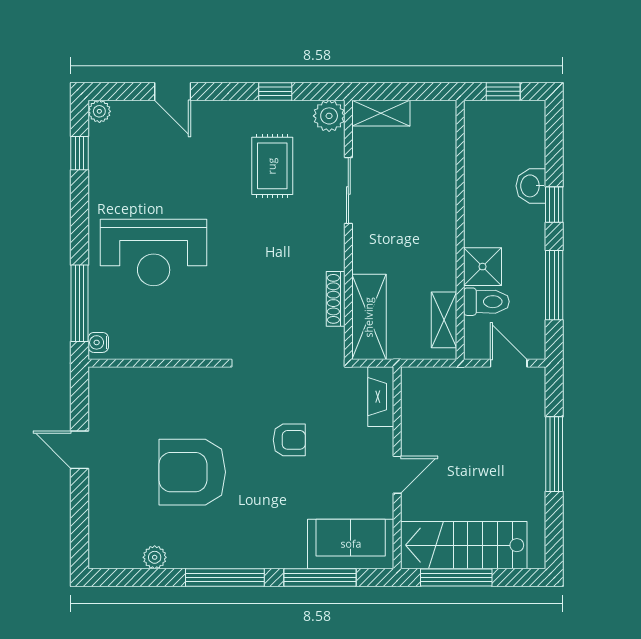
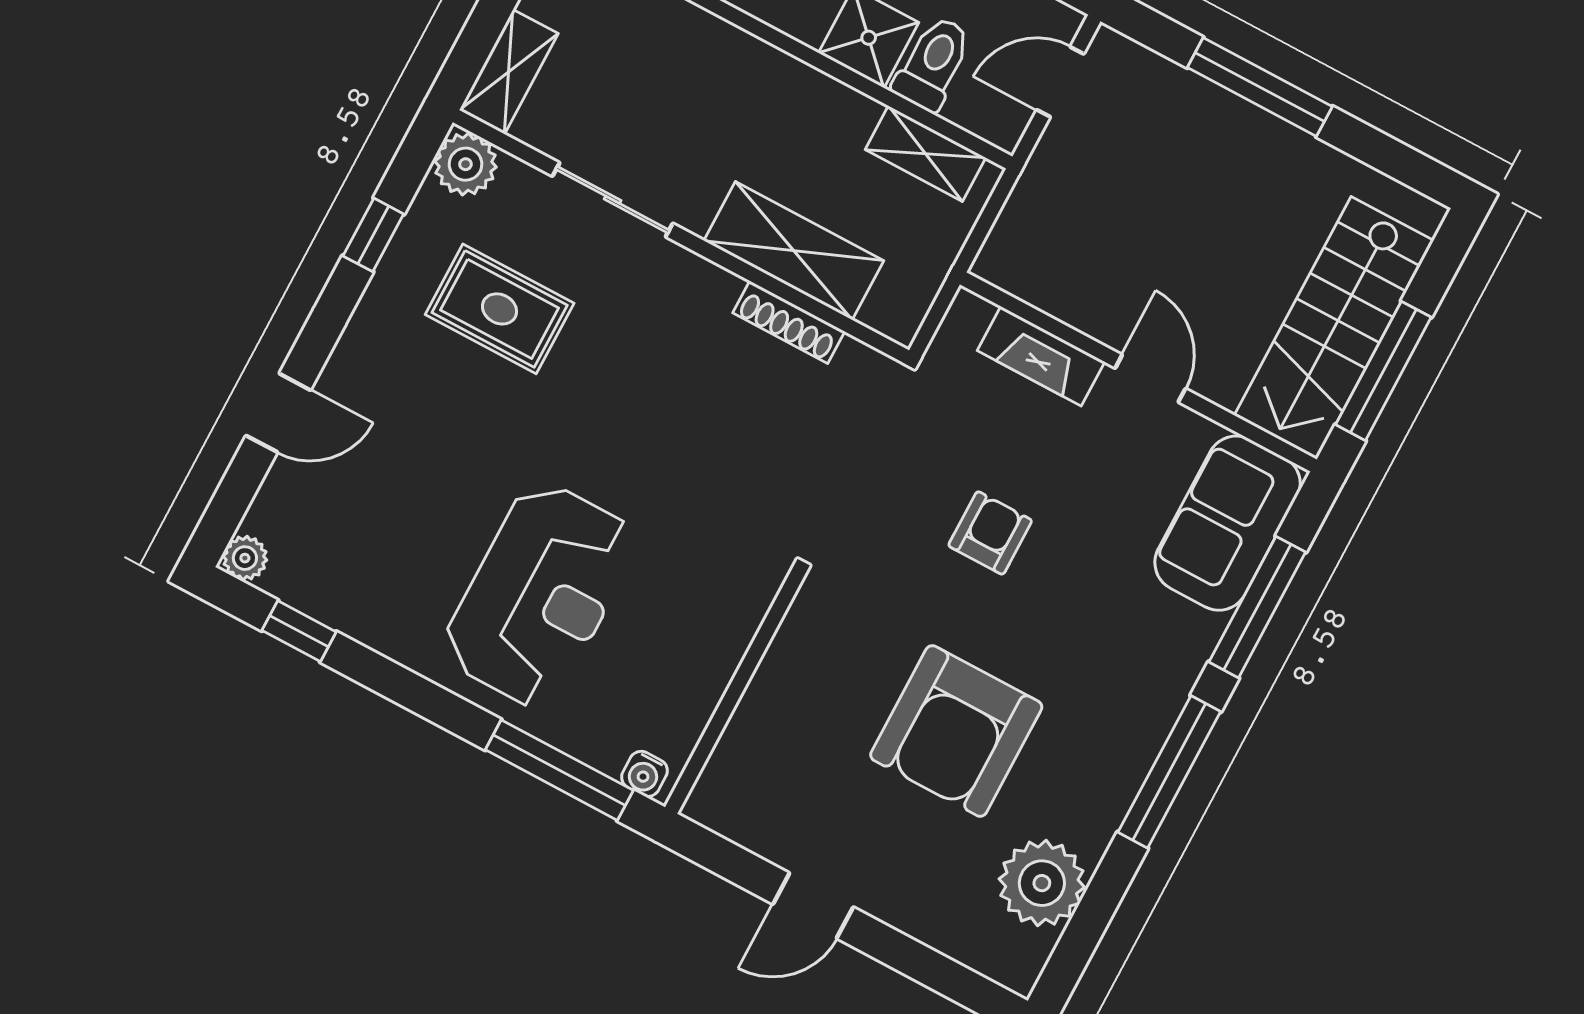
shelving: (369, 317) -> (794, 251), moved
fireplace: (381, 397) -> (1041, 356), moved
plant: (155, 557) -> (1042, 883), width x1.88, depth x1.88

